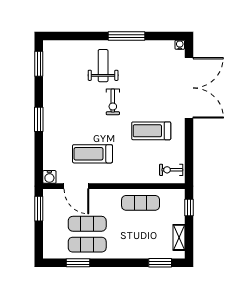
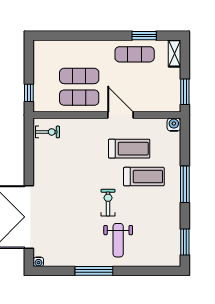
window: (39, 119) -> (185, 184), width x1.44
treadmill: (151, 131) -> (144, 177), moved
door: (76, 186) -> (120, 115), moved
exercise mat: (87, 224) -> (79, 76), moved
shelving: (179, 237) -> (175, 53), moved
window: (160, 263) -> (59, 36), removed

